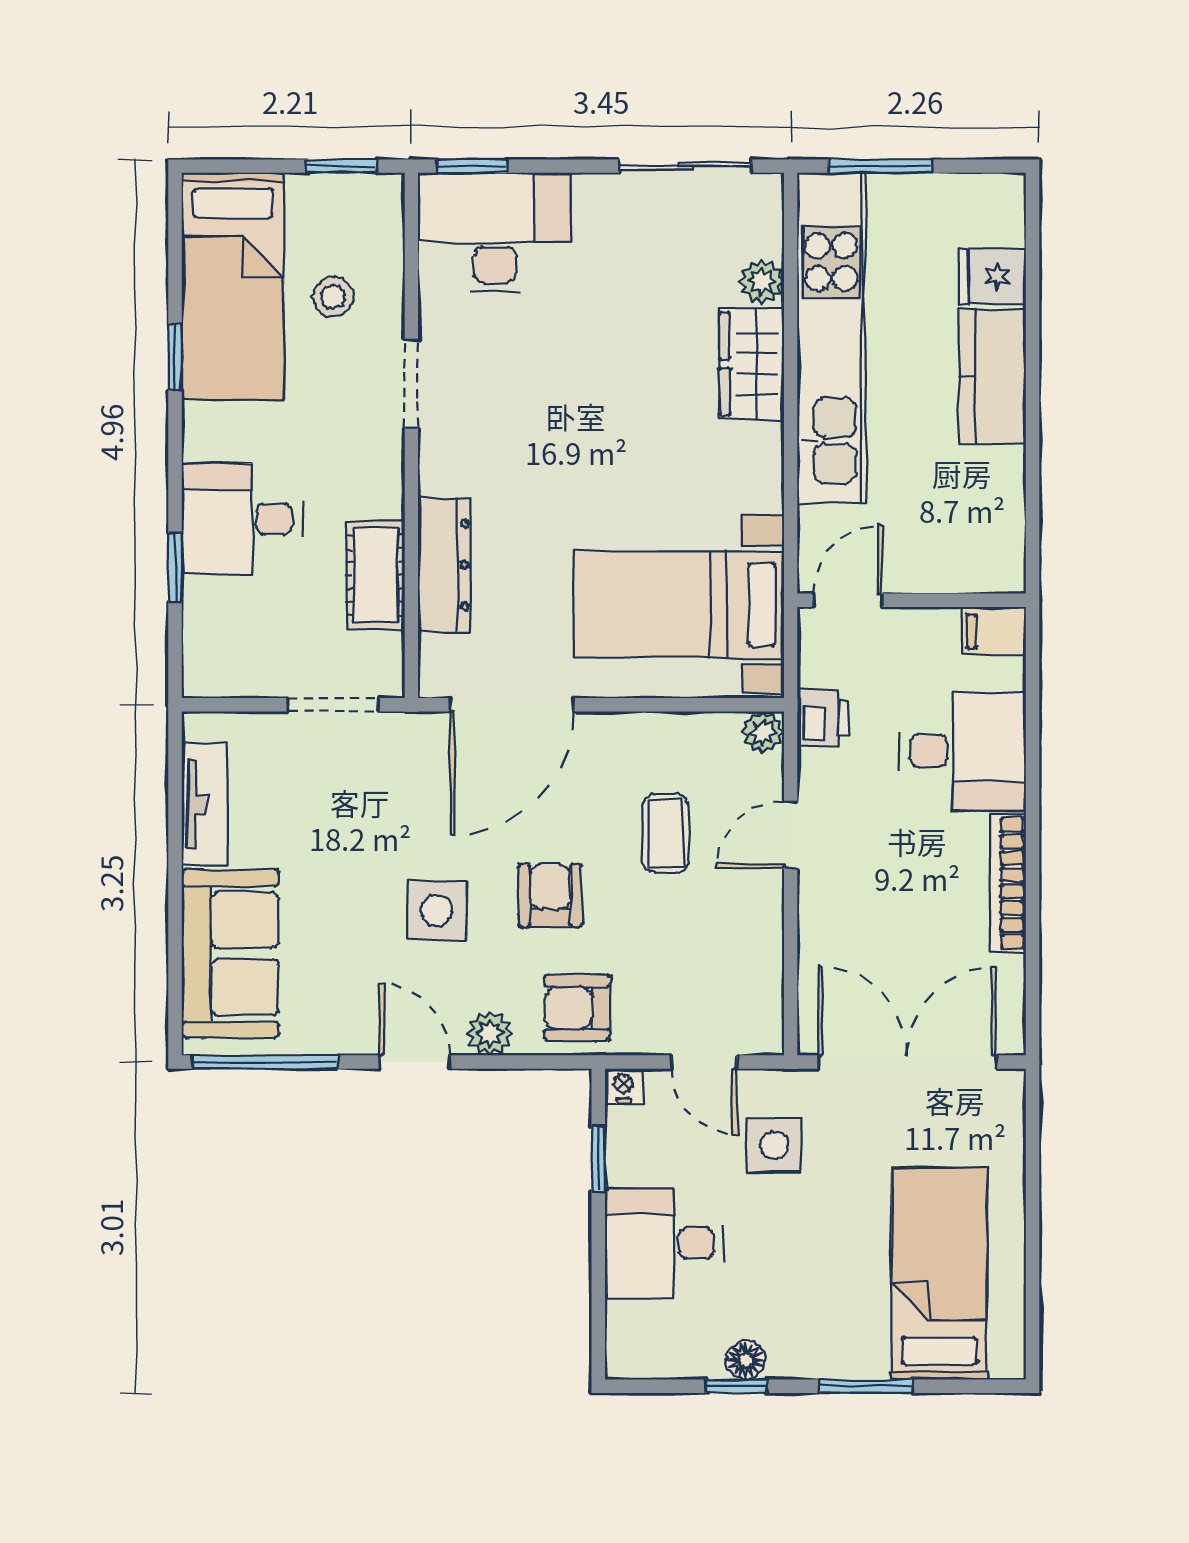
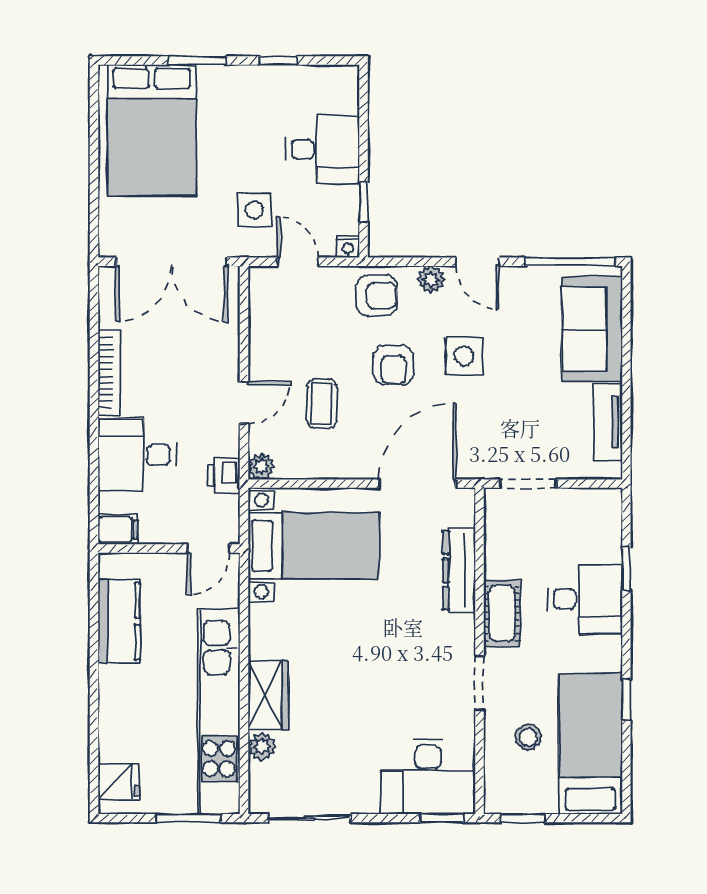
fridge: (992, 277) -> (119, 782), moved
kitchen counter: (992, 377) -> (119, 621), moved
cot: (376, 575) -> (502, 613), moved
bed: (939, 1274) -> (152, 130), width x1.50
floor lamp: (746, 1360) -> (272, 77), removed

